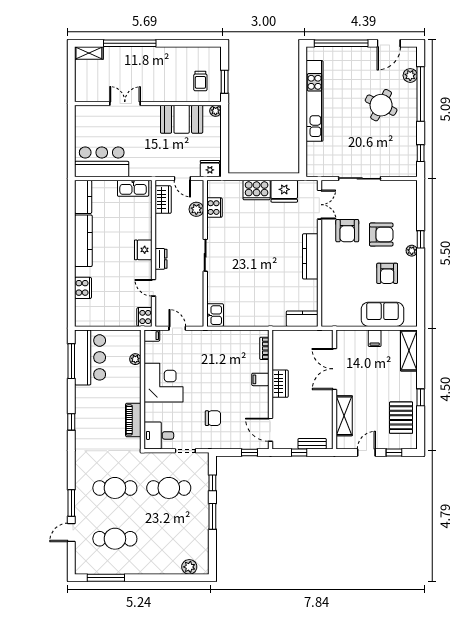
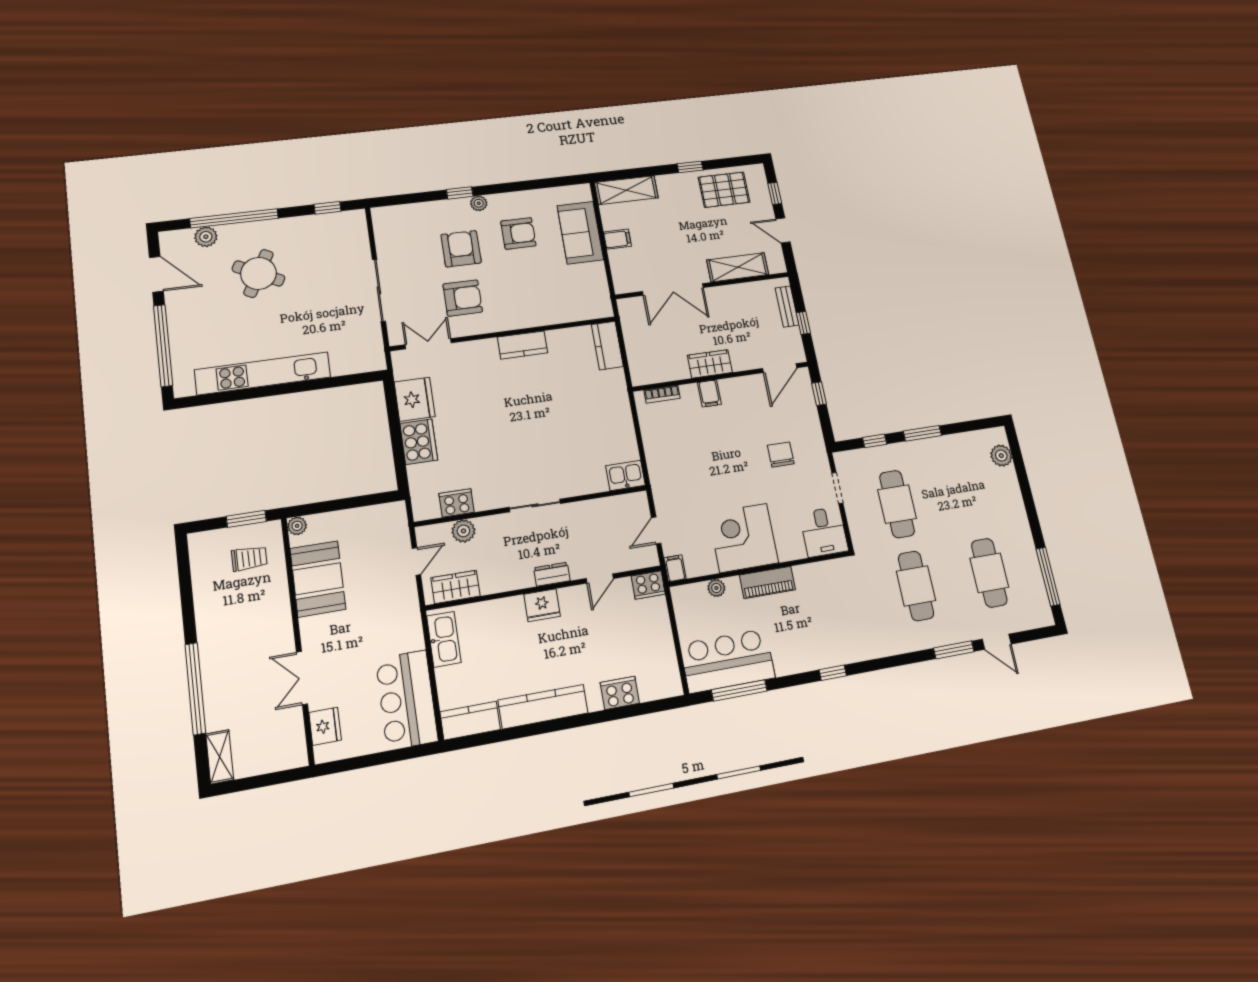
fridge: (210, 169) -> (325, 726), moved, turned 180
kitchen counter: (310, 256) -> (522, 345), width x0.67
piano: (133, 420) -> (767, 582), moved

